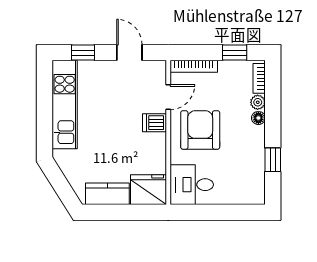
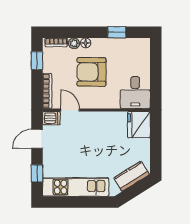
dishwasher: (154, 123) -> (51, 118), moved, turned -90
armchair: (200, 130) -> (91, 72), moved
kitchen counter: (107, 194) -> (132, 176), moved, turned 58

